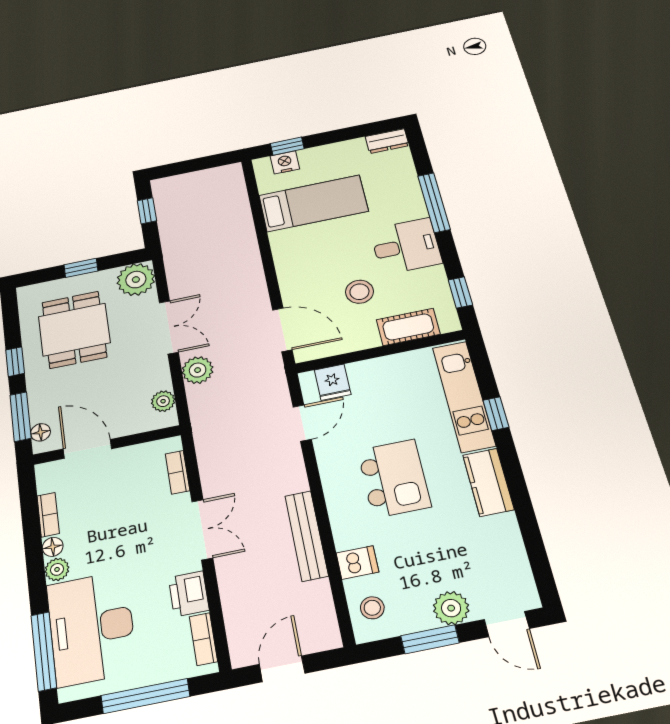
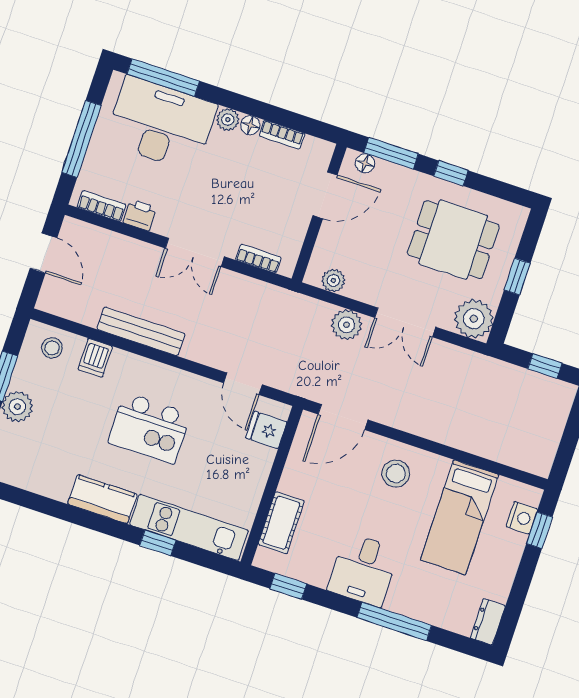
stool: (359, 292) -> (396, 474), moved
printer: (189, 594) -> (140, 215), width x0.73, depth x0.81

